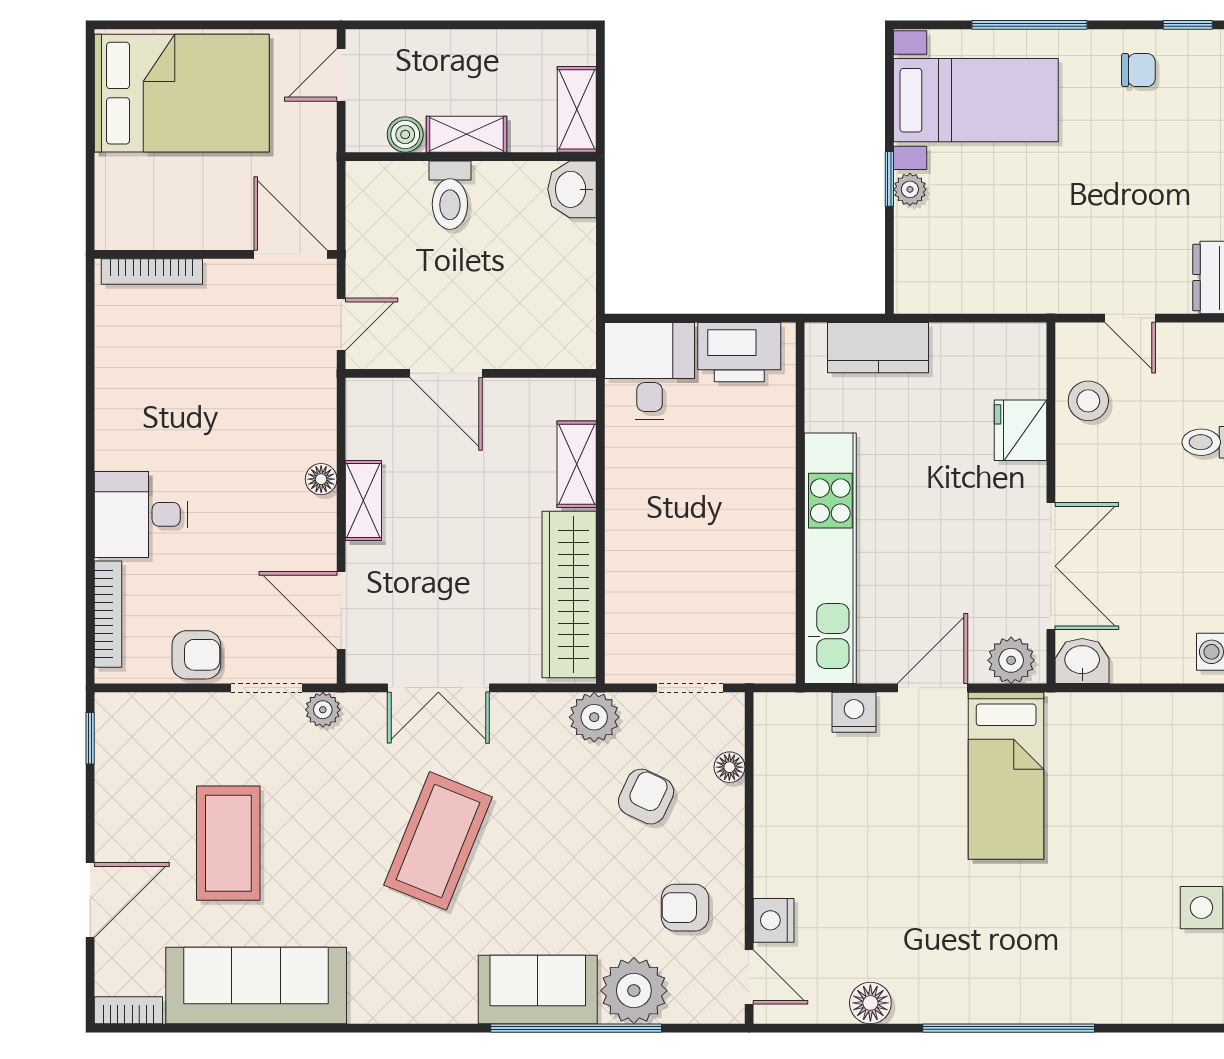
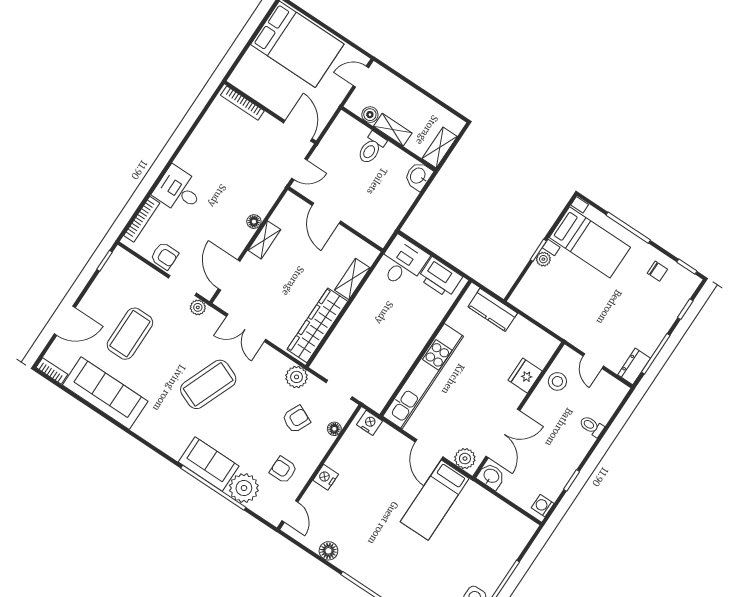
door: (932, 688) -> (429, 449), swing flipped
nightstand: (854, 712) -> (369, 423), moved
nightstand: (774, 920) -> (326, 477), moved

